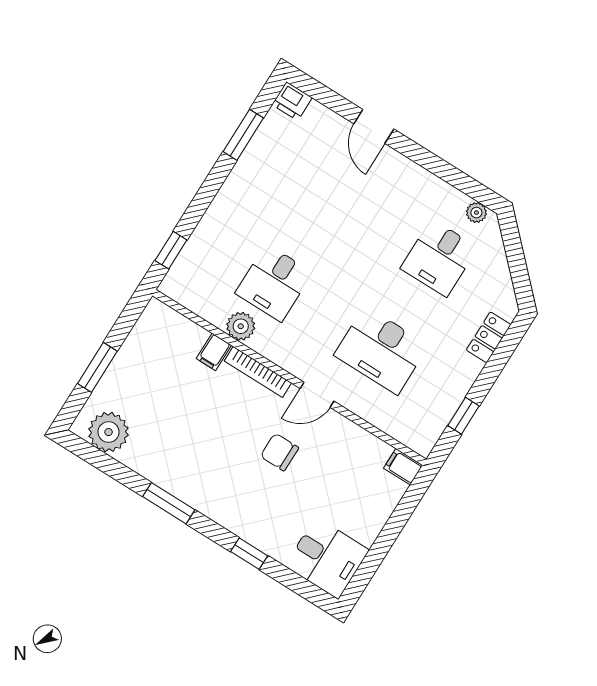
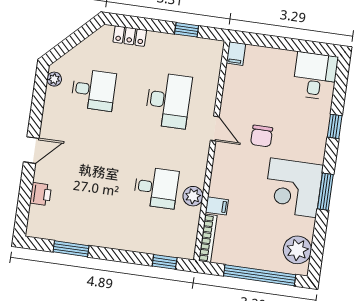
printer: (292, 101) -> (41, 194), moved
door: (374, 126) -> (31, 150), moved
window: (97, 367) -> (260, 275), width x2.11
bookcase: (258, 372) -> (208, 238), moved
corner desk: (193, 463) -> (293, 188), added

